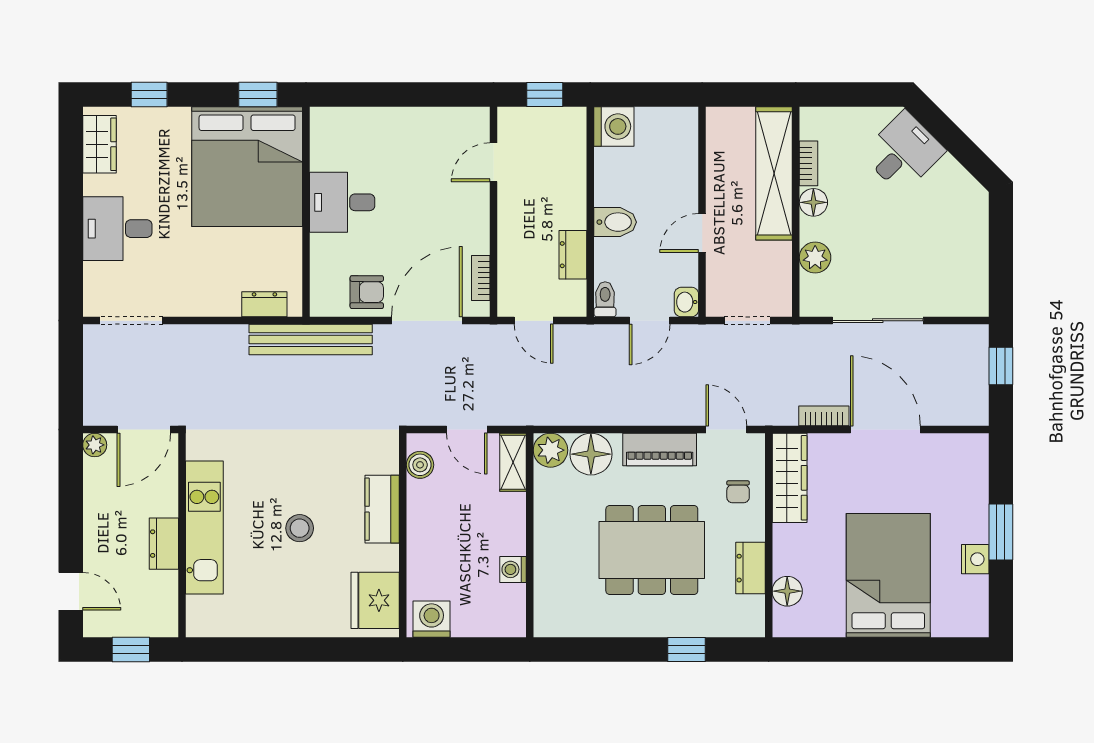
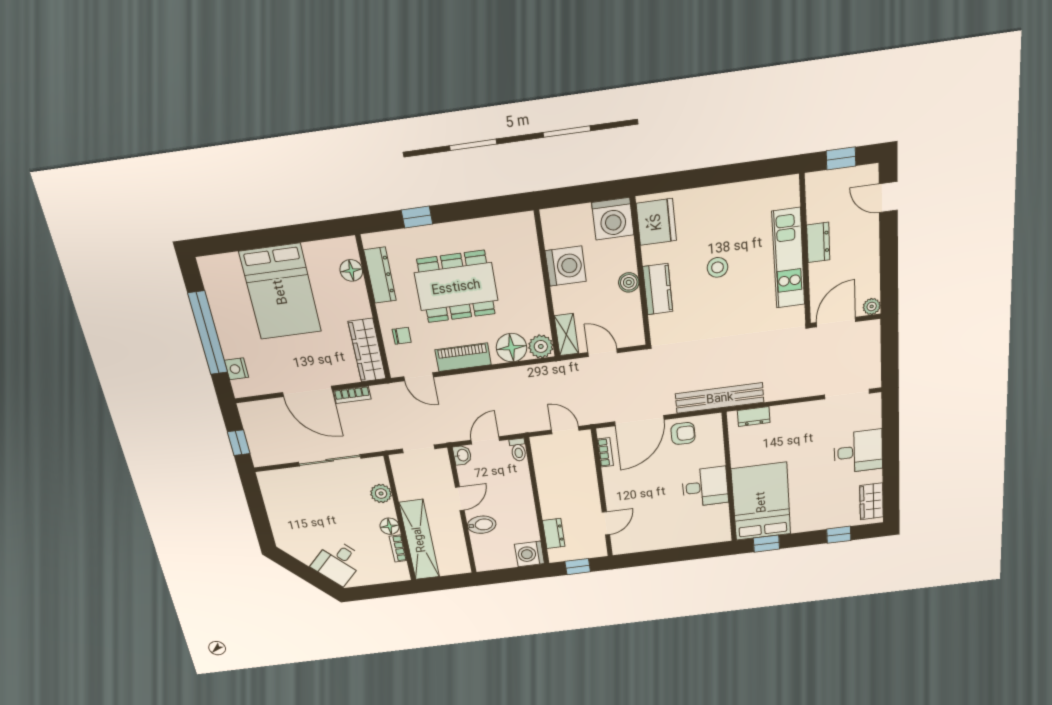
bed: (247, 167) -> (761, 502), width x0.73
bidet: (615, 222) -> (482, 525), moved, turned 180
dresser: (573, 255) -> (554, 533), moved
armchair: (367, 292) -> (683, 433), turned 180
boiler: (420, 465) -> (629, 282), moved
chair: (738, 492) -> (402, 336), turned 90
window: (1001, 532) -> (208, 333), width x2.11
nightstand: (975, 559) -> (237, 369), moved
dresser: (750, 568) -> (380, 275), width x1.44
washing machine: (513, 569) -> (566, 266), width x1.89, depth x1.89
washing machine: (432, 619) -> (613, 219), width x1.37, depth x1.37

